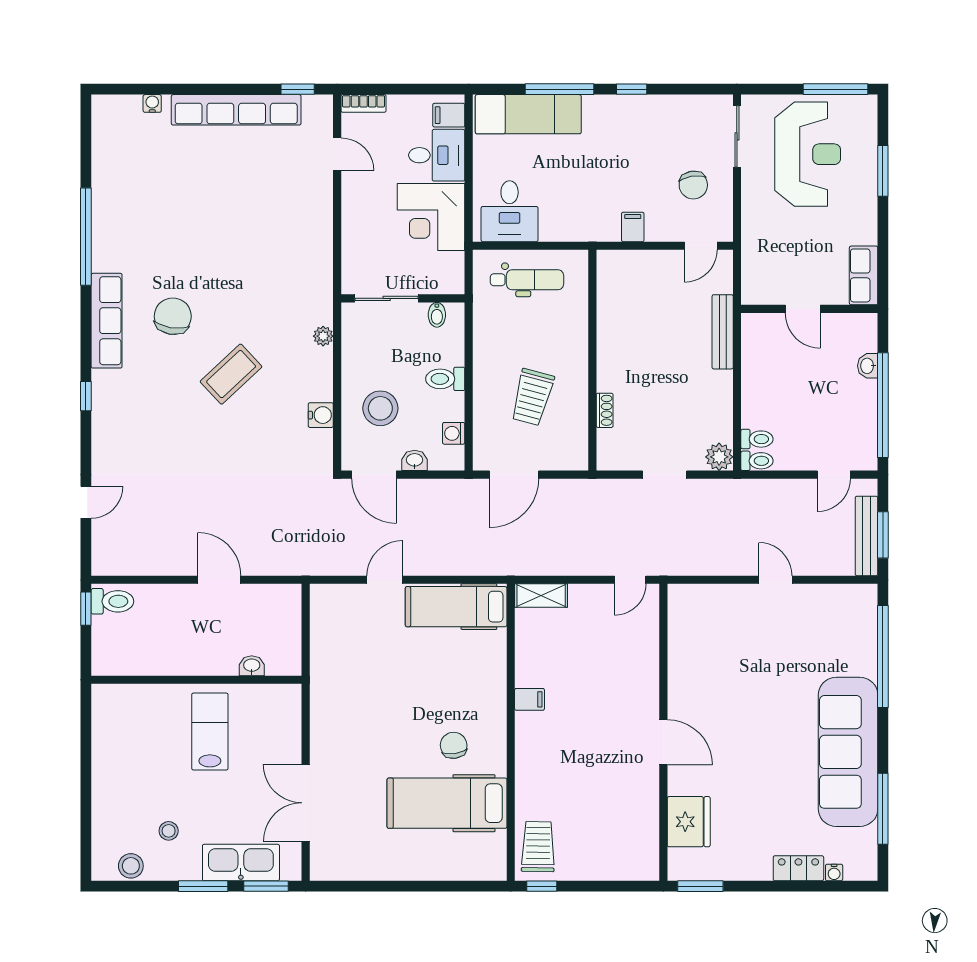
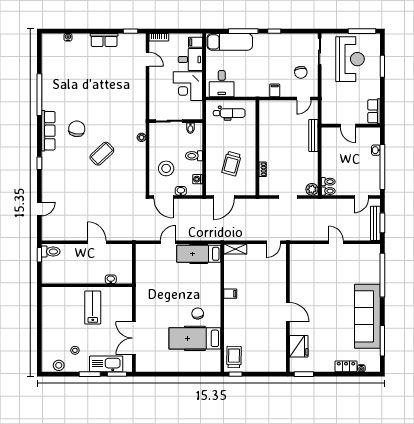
row of seats: (236, 110) -> (104, 40), width x0.50
water cooler: (321, 415) -> (140, 171), removed

